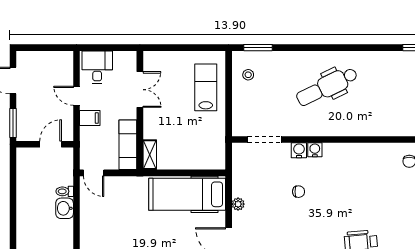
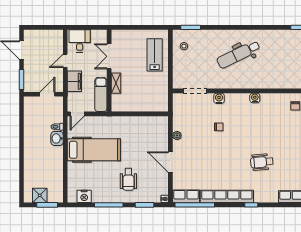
double door: (140, 90) -> (109, 56), swing flipped
door: (76, 96) -> (65, 61), hinge flipped
filing cabinet: (90, 118) -> (74, 81), width x2.00
water cooler: (315, 150) -> (255, 98), moved
shelving: (150, 155) -> (116, 83), moved
door: (94, 173) -> (77, 114), hinge flipped
hospital bed: (187, 194) -> (94, 150), moved, turned 180

